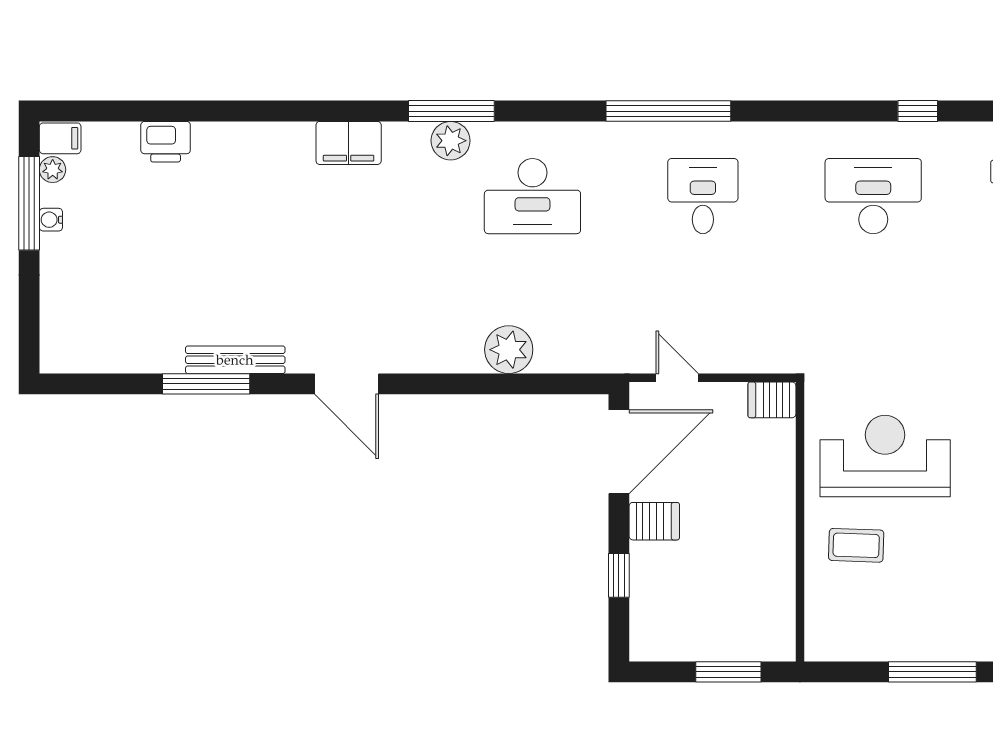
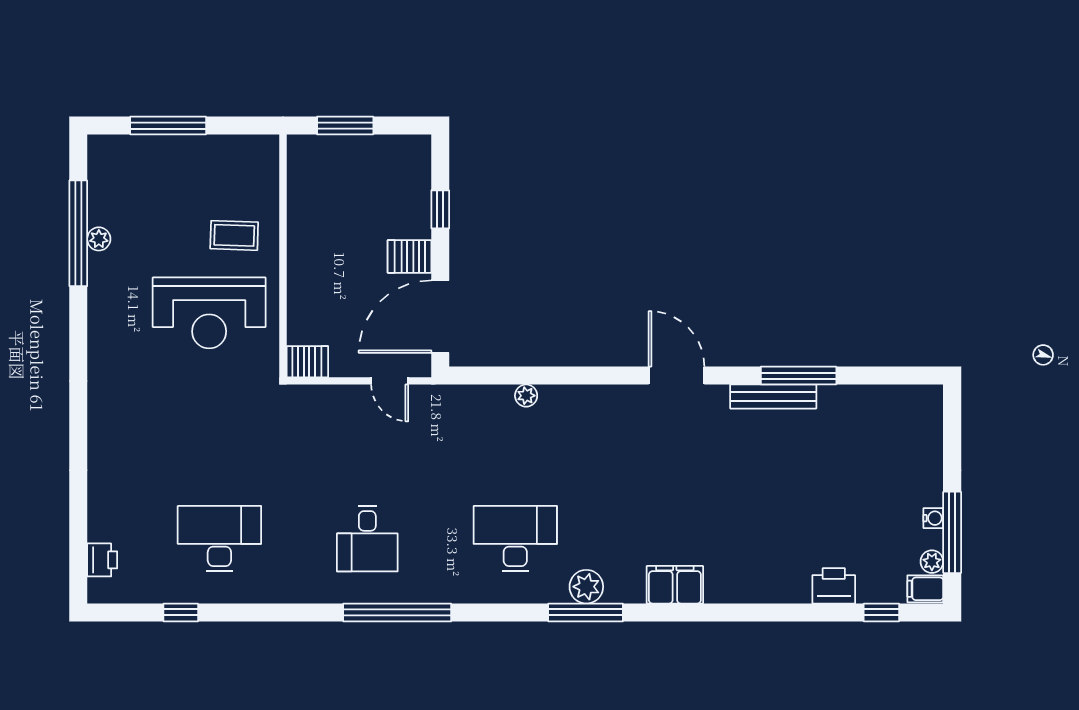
window: (111, 111) -> (881, 612), added
desk: (873, 196) -> (219, 539), turned 180
plant: (509, 350) -> (526, 396), width x0.53, depth x0.53

